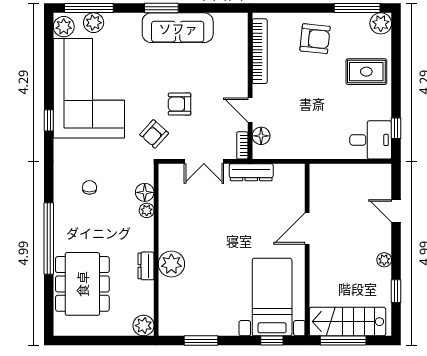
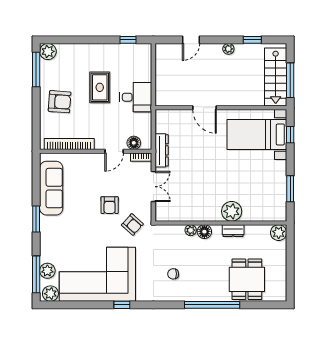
sofa: (178, 28) -> (51, 188), moved
armchair: (315, 39) -> (60, 102), turned 88
rug: (366, 72) -> (100, 87), moved
desk: (371, 140) -> (136, 97), moved, turned 90
floor lamp: (145, 192) -> (204, 232), moved
dining table: (82, 284) -> (247, 279), width x0.73

